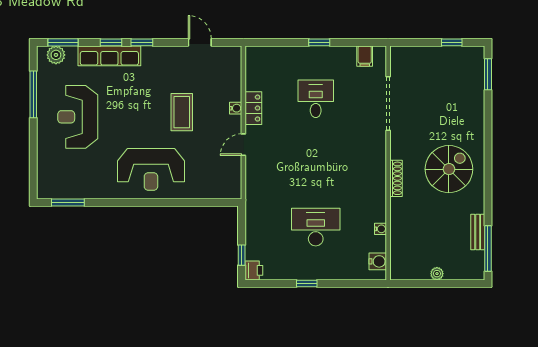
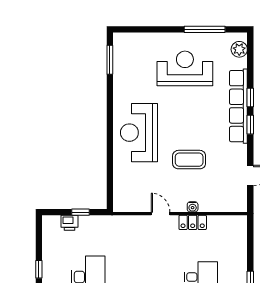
window: (63, 42) -> (250, 56), removed
row of seats: (109, 56) -> (238, 106), width x1.36
window: (242, 255) -> (81, 212), moved
printer: (254, 270) -> (69, 223), moved

